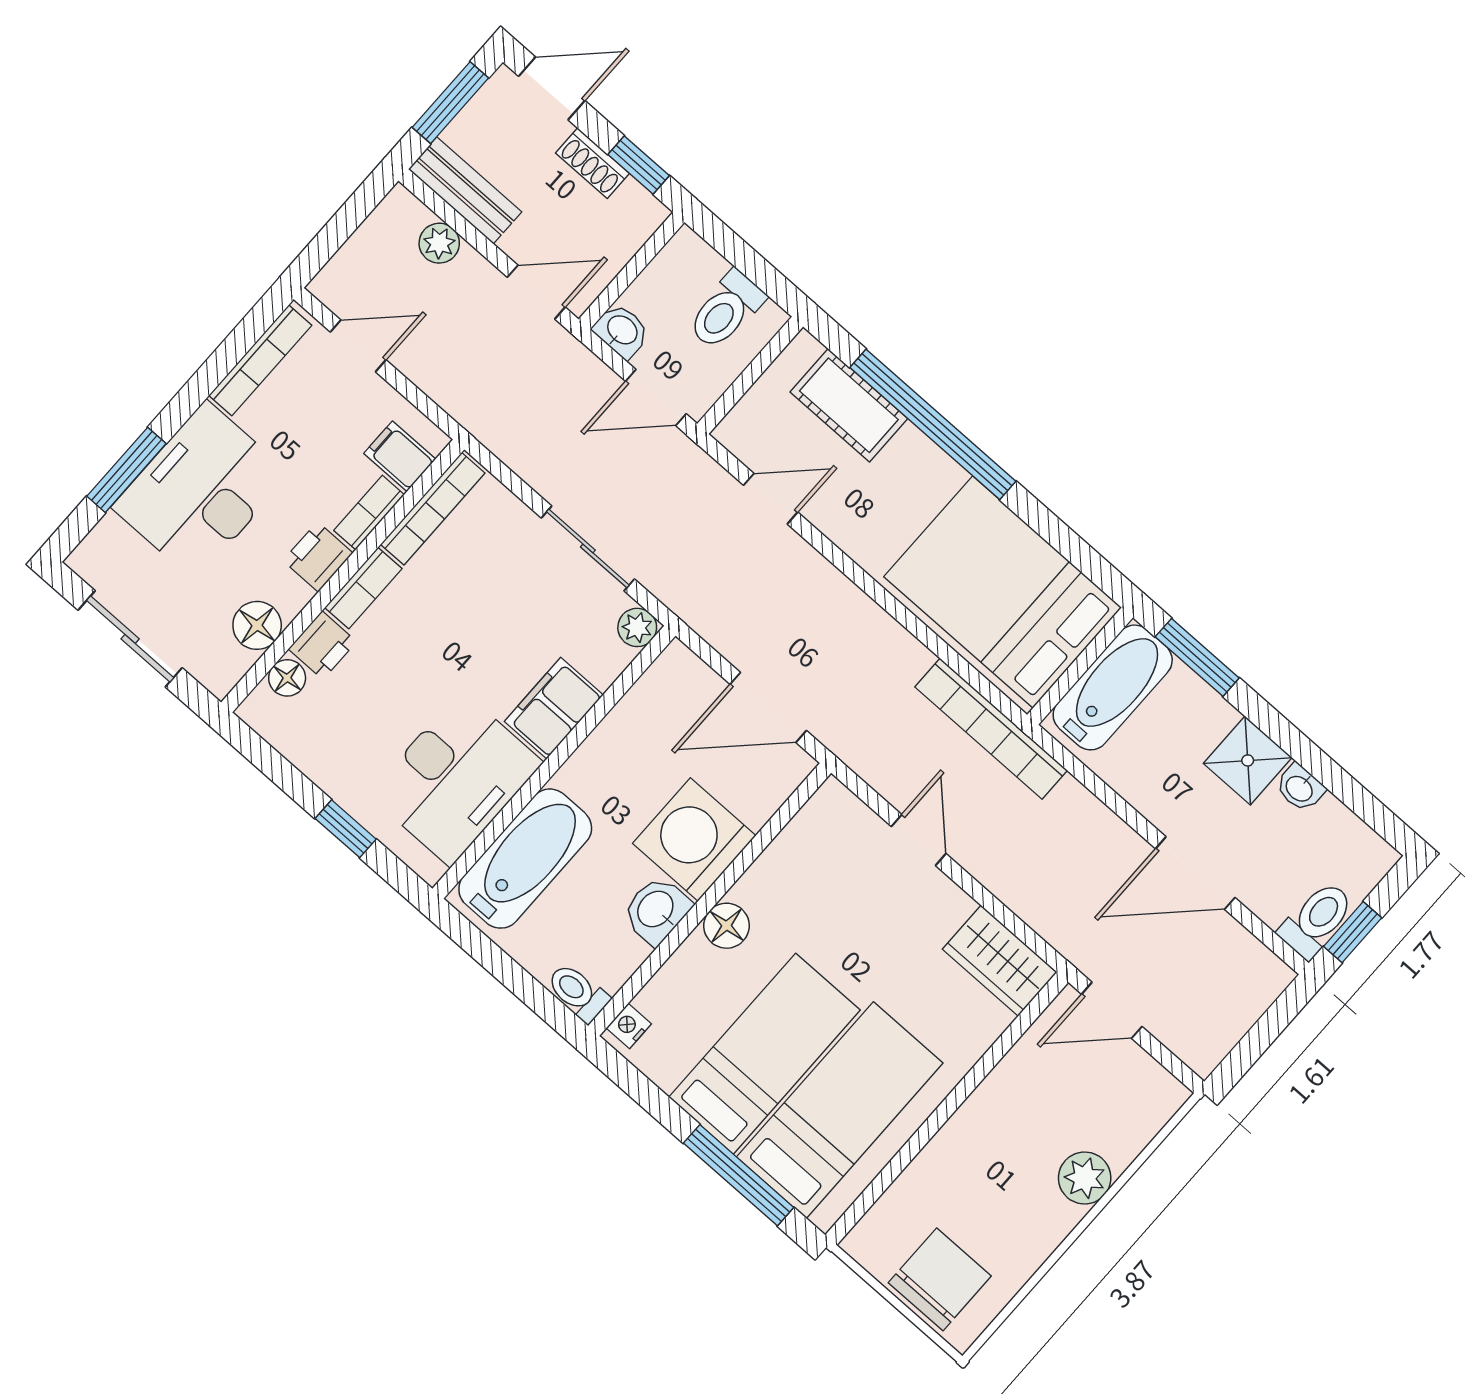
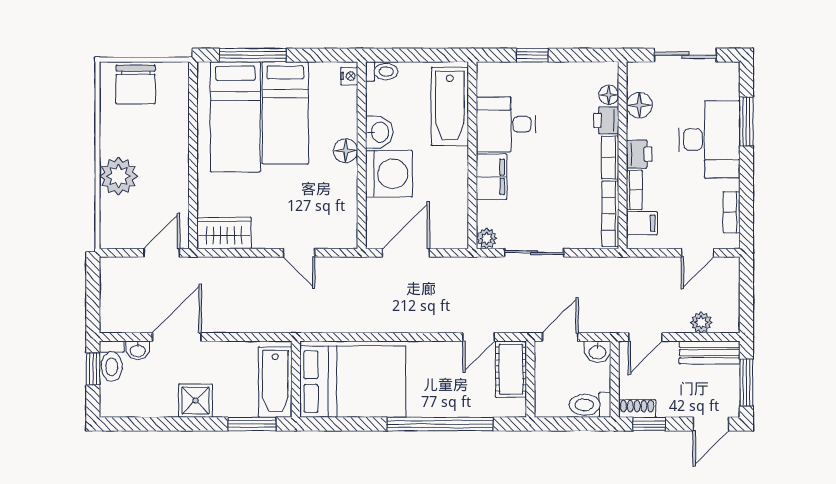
shoe rack: (592, 163) -> (637, 408), moved
toilet: (726, 310) -> (590, 405), moved, turned -90
bookcase: (260, 360) -> (732, 212), width x0.64
cot: (849, 405) -> (511, 369), moved, turned 90
bookcase: (991, 729) -> (309, 323), removed
desk: (456, 778) -> (506, 124), width x0.73
washbasin: (1300, 788) -> (138, 350), moved, turned 180
plant: (1085, 1178) -> (118, 176), width x1.36, depth x1.36

